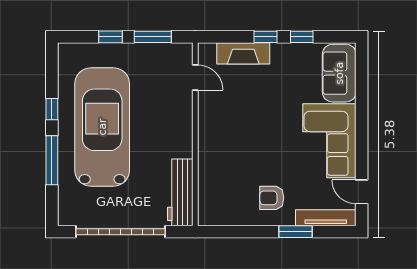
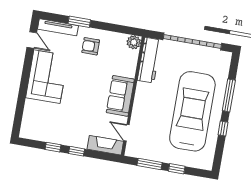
fireplace: (243, 53) -> (105, 145), moved
sofa: (339, 73) -> (120, 96), moved, turned 180
car: (102, 127) -> (192, 111), turned 180
armchair: (272, 198) -> (91, 46), turned 180
plant: (208, 215) -> (134, 42), added

